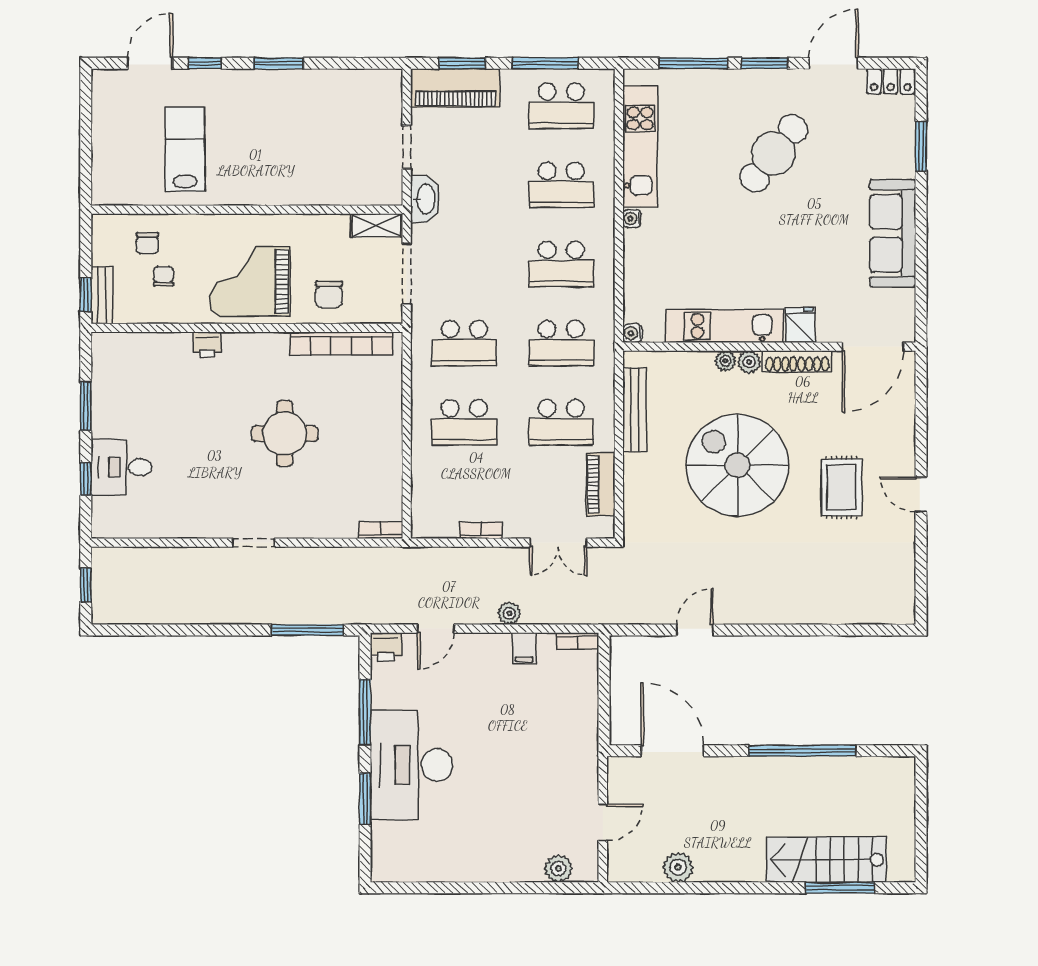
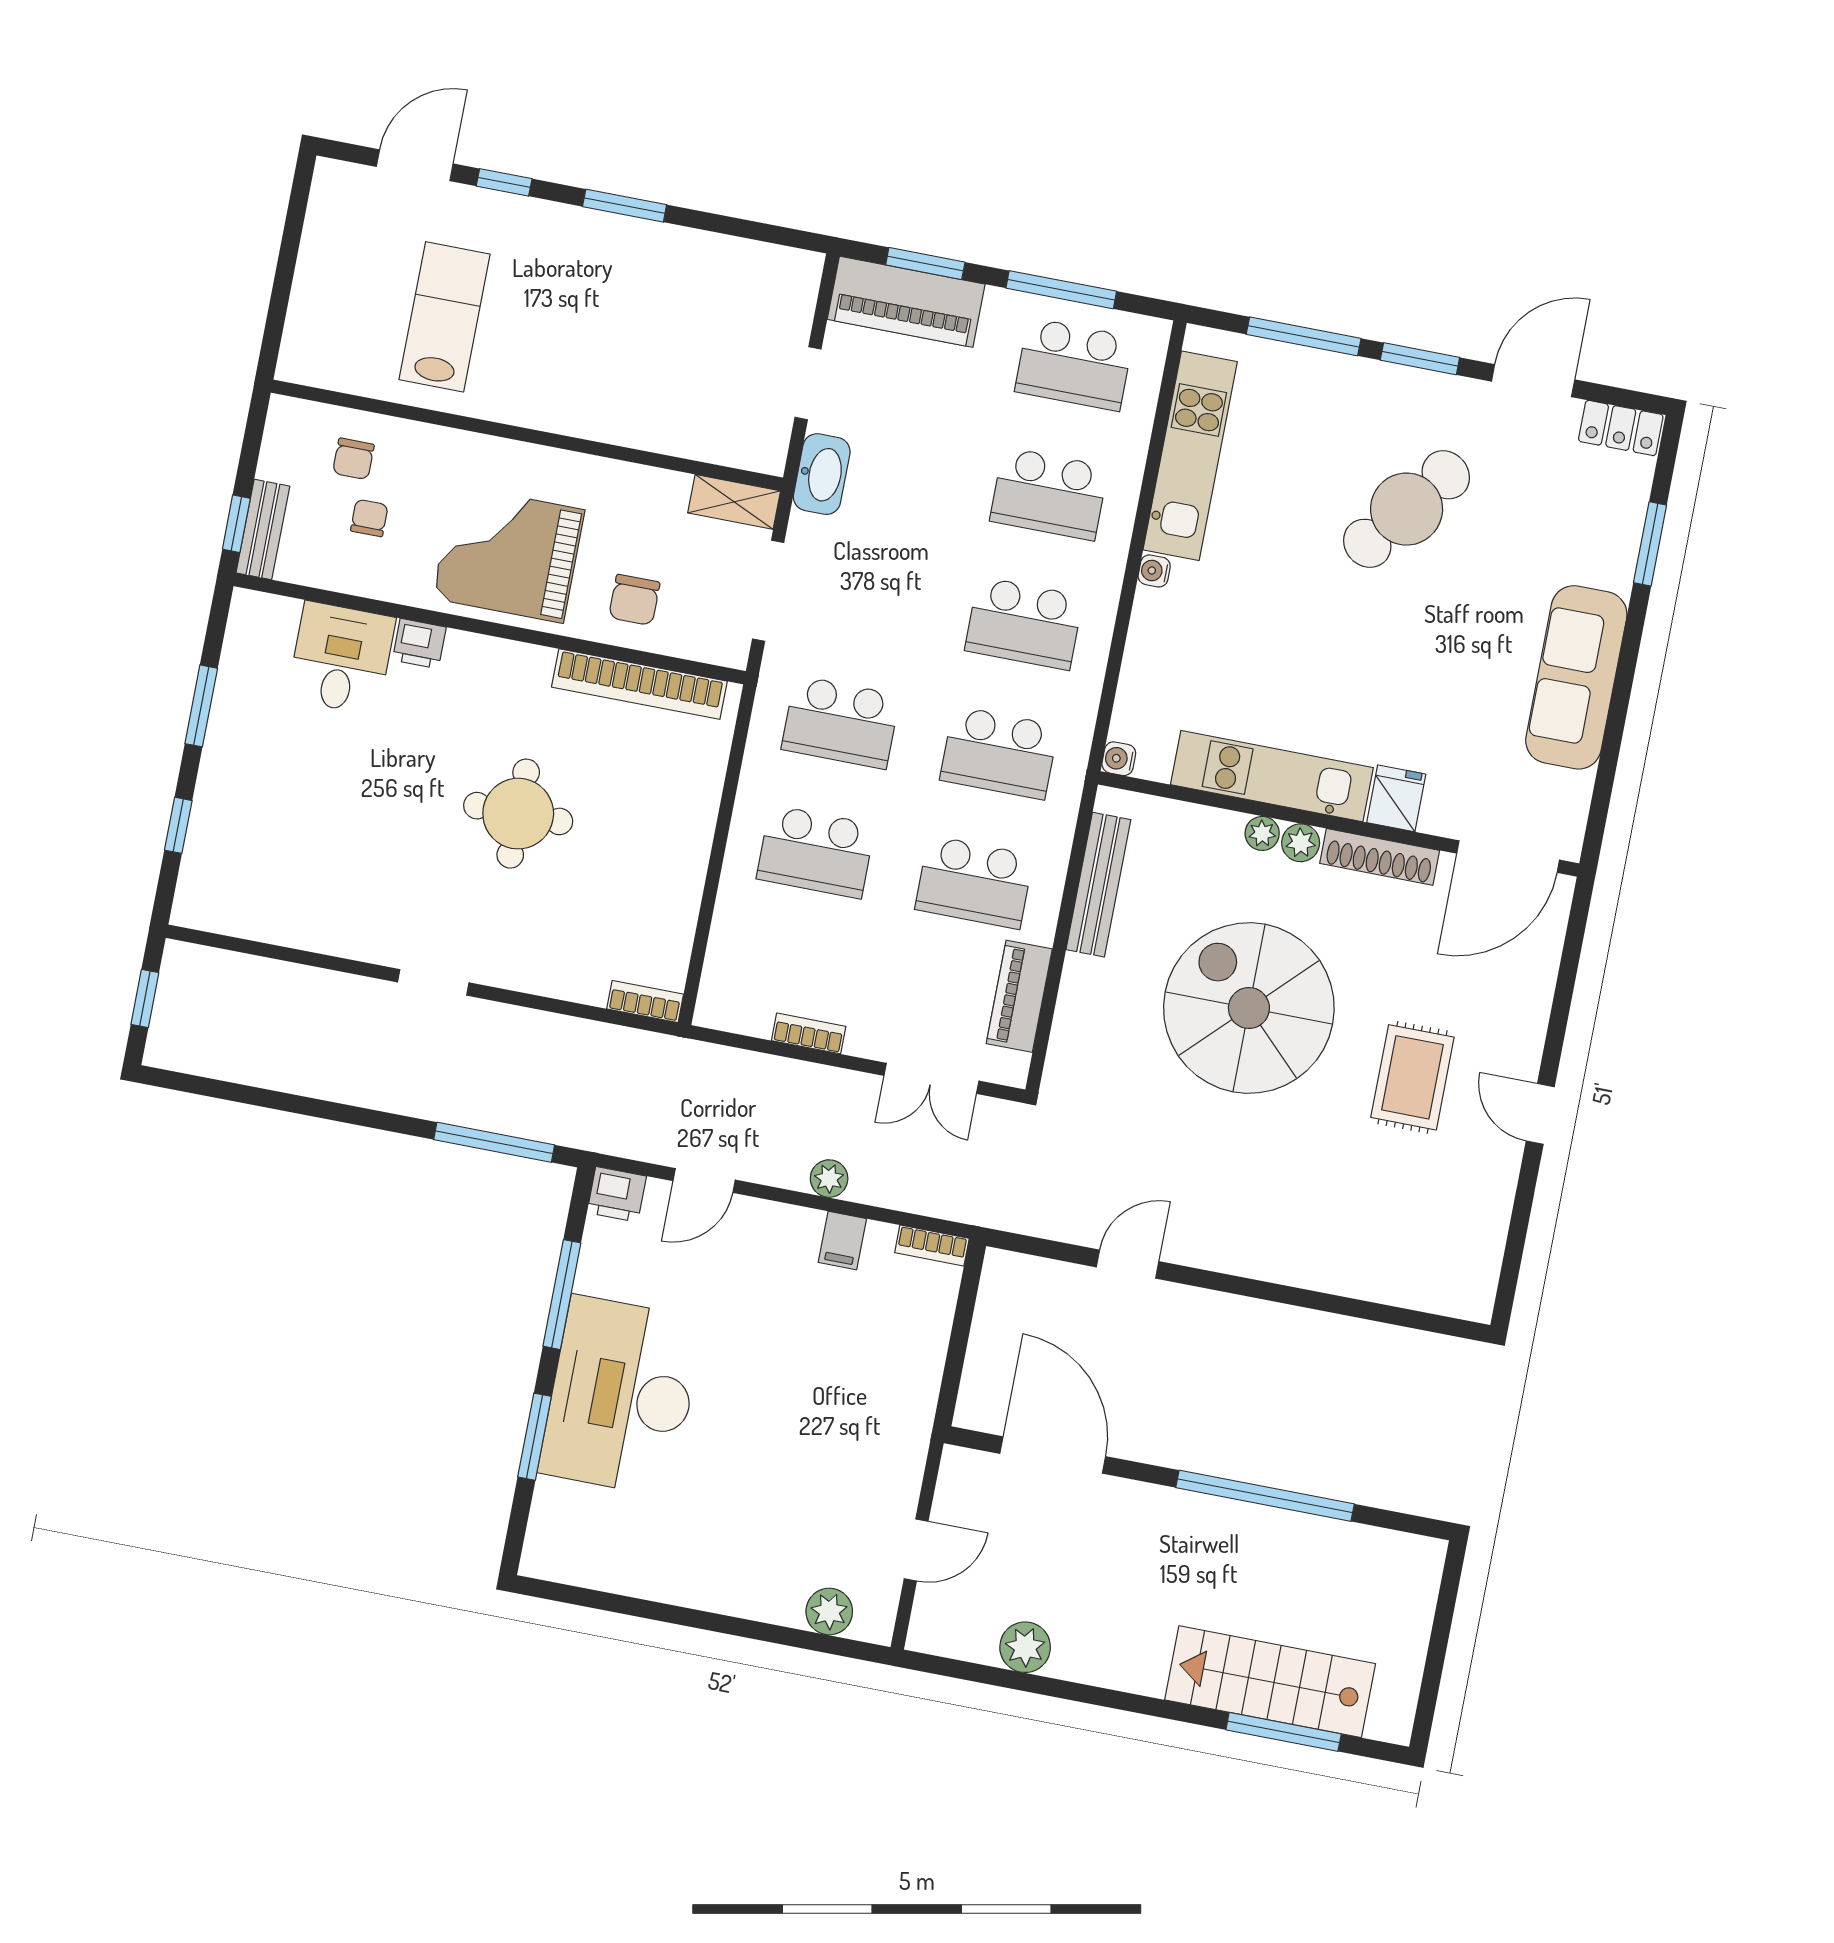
desk: (121, 467) -> (341, 658), moved, turned 90

